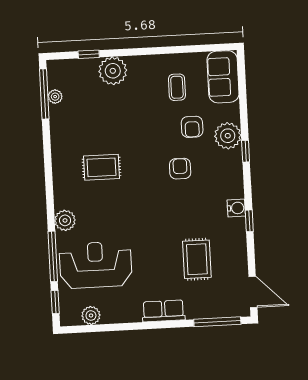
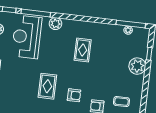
rug: (197, 259) -> (47, 86), moved, turned 90
reception desk: (96, 265) -> (27, 37), turned 180

